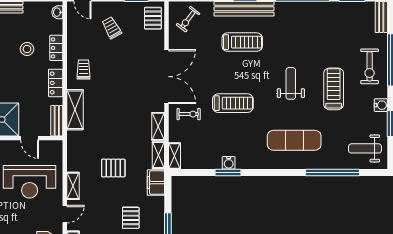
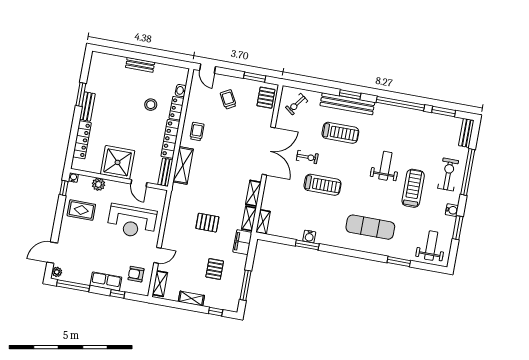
washbasin: (57, 12) -> (181, 91), moved
exercise bike: (370, 66) -> (448, 174), turned 180
locker: (56, 83) -> (170, 139), width x1.53
weight bench: (291, 83) -> (385, 166), moved
exercise bike: (189, 114) -> (307, 157), moved
weight bench: (365, 148) -> (431, 246), turned 90
window: (333, 173) -> (399, 262), width x0.47
shelving: (73, 186) -> (169, 232), removed

